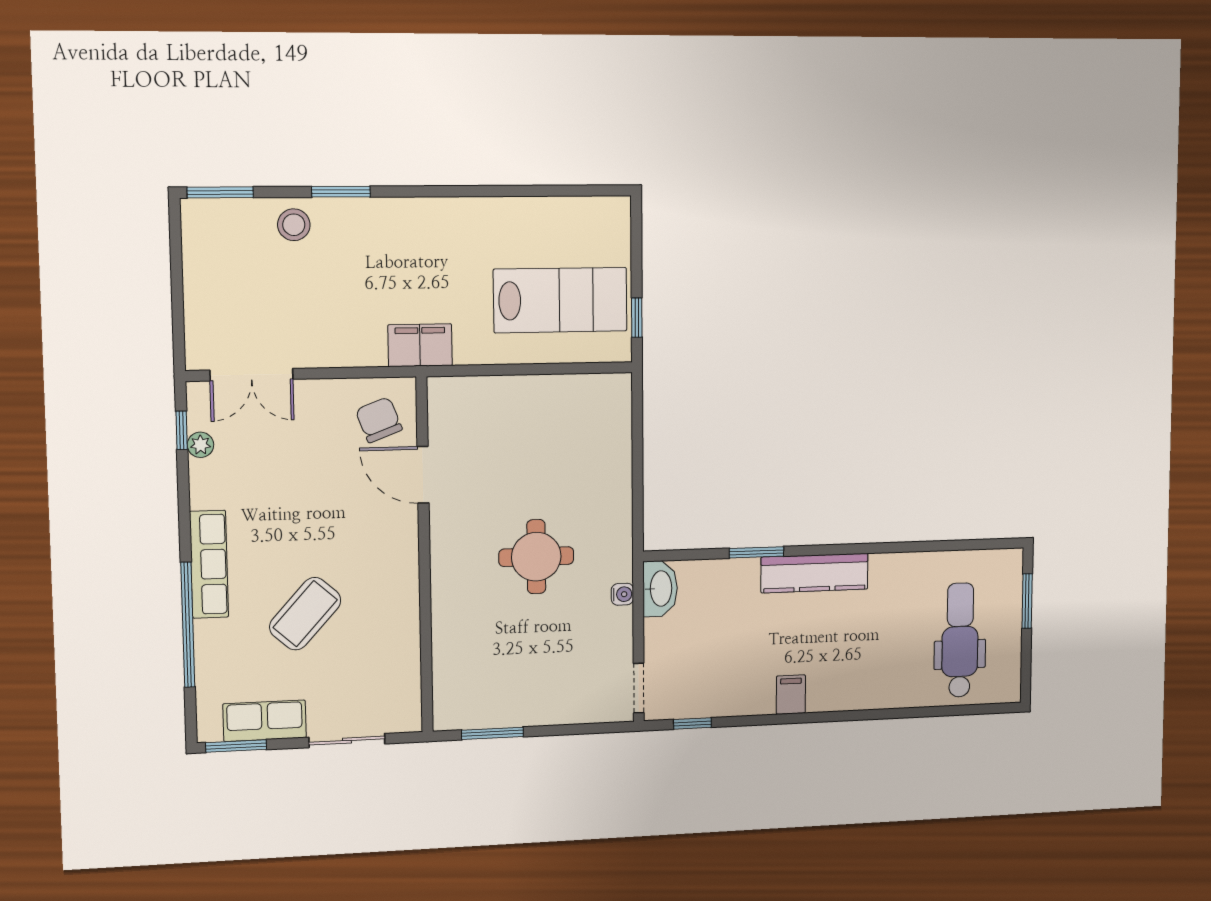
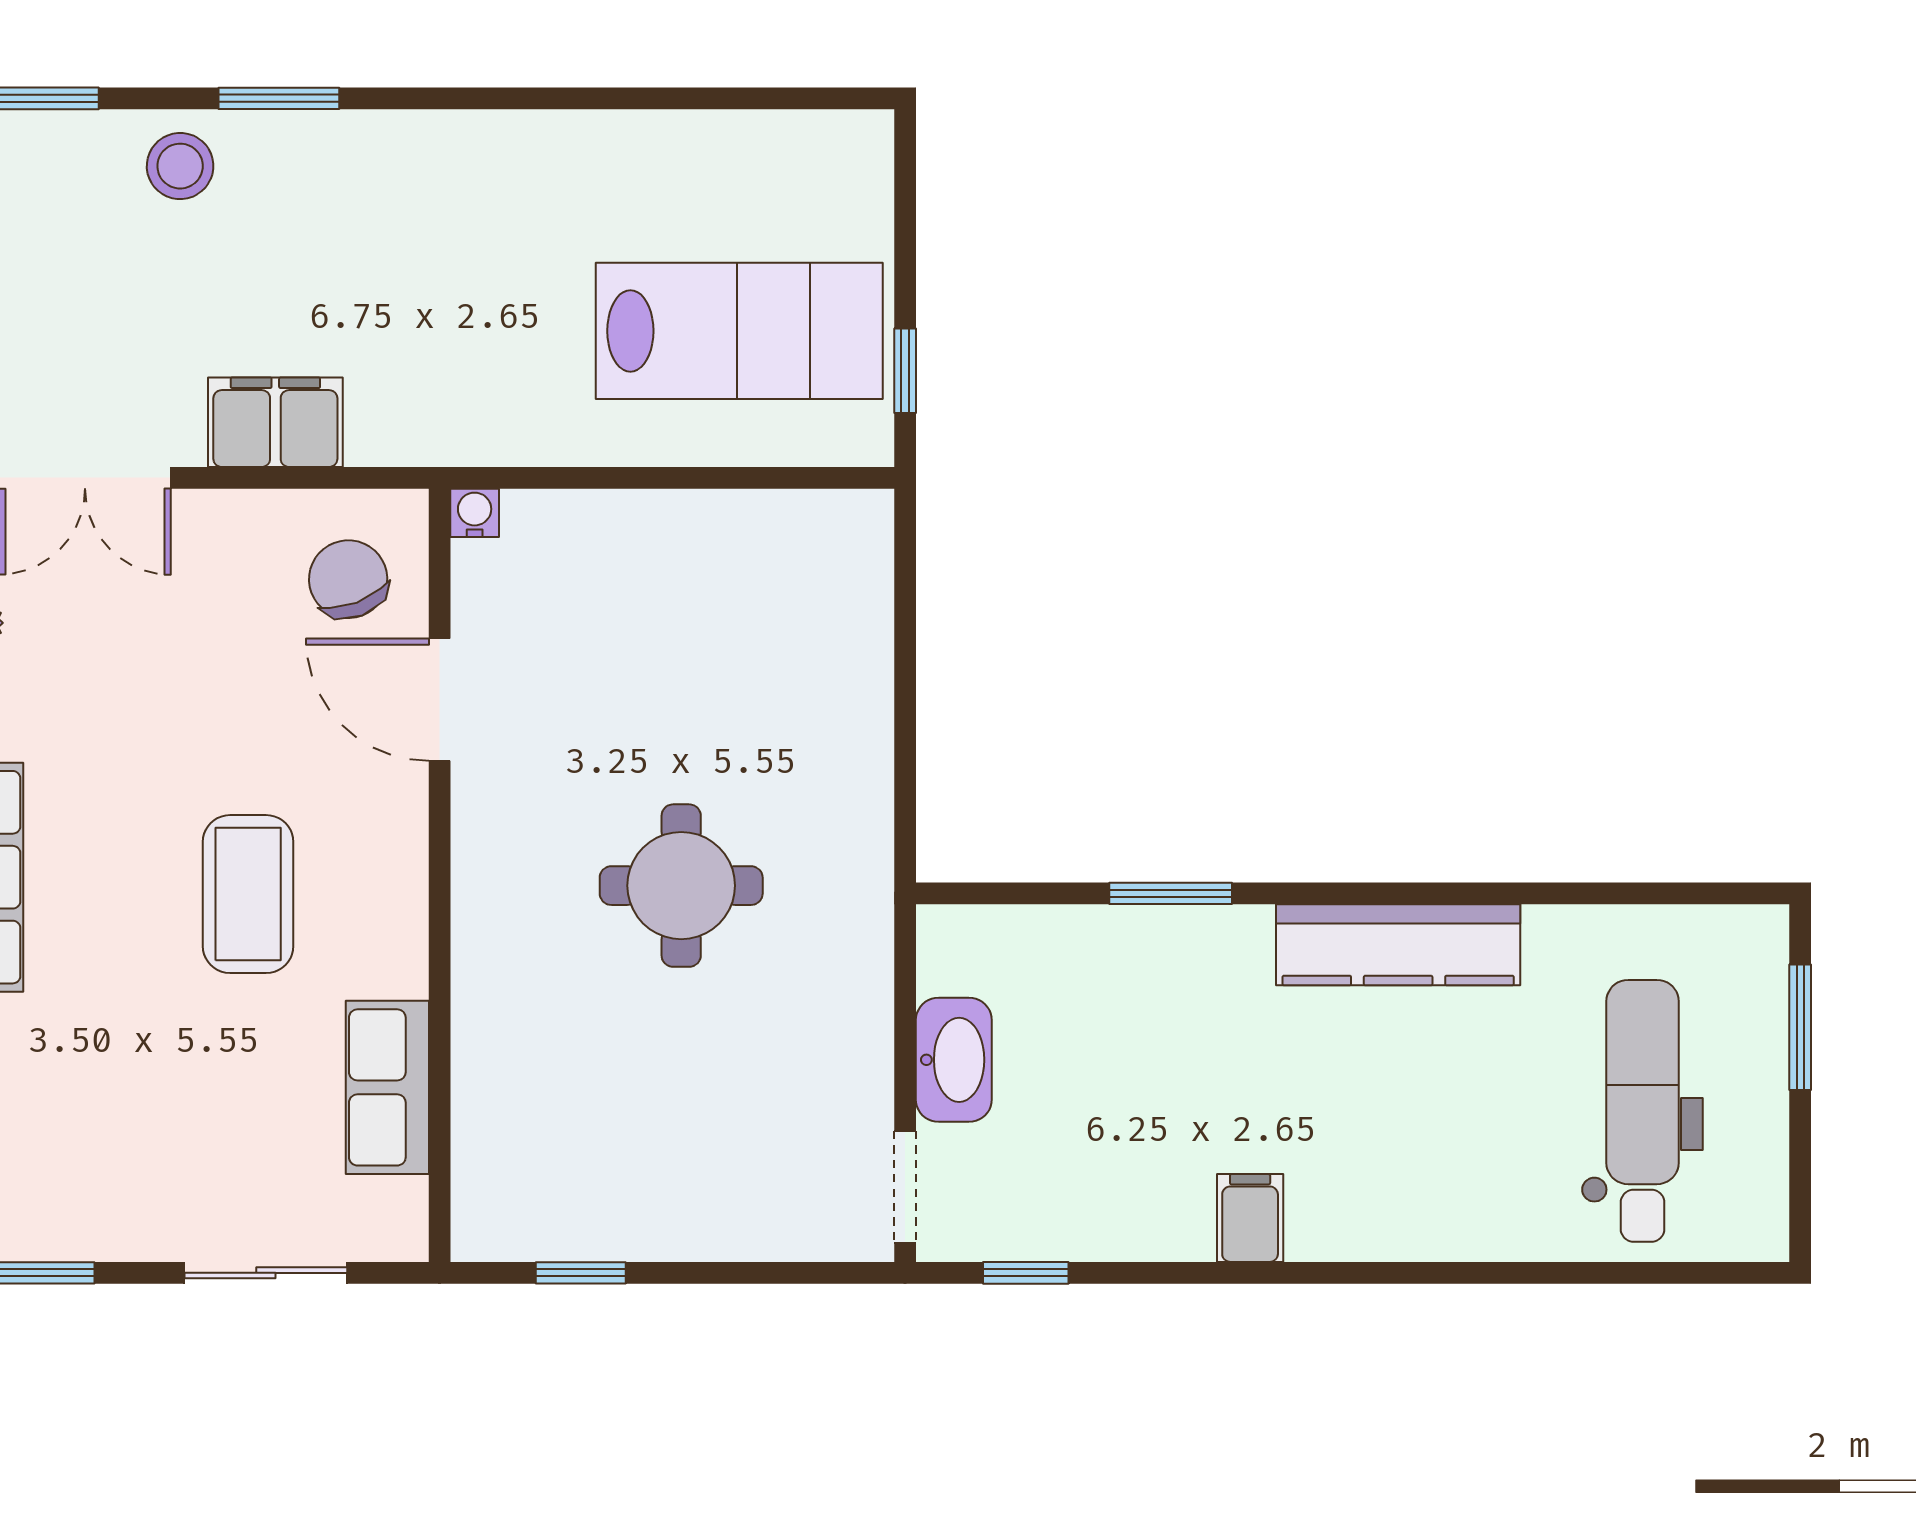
filing cabinet: (420, 345) -> (275, 422), moved
kitchen counter: (815, 573) -> (1398, 945), moved
washbasin: (660, 589) -> (954, 1060), moved
water cooler: (622, 594) -> (475, 513), moved, turned -90
coffee table: (305, 614) -> (248, 894), moved, turned -42
row of seats: (265, 721) -> (387, 1087), moved, turned -90
window: (492, 733) -> (581, 1273), width x0.67

